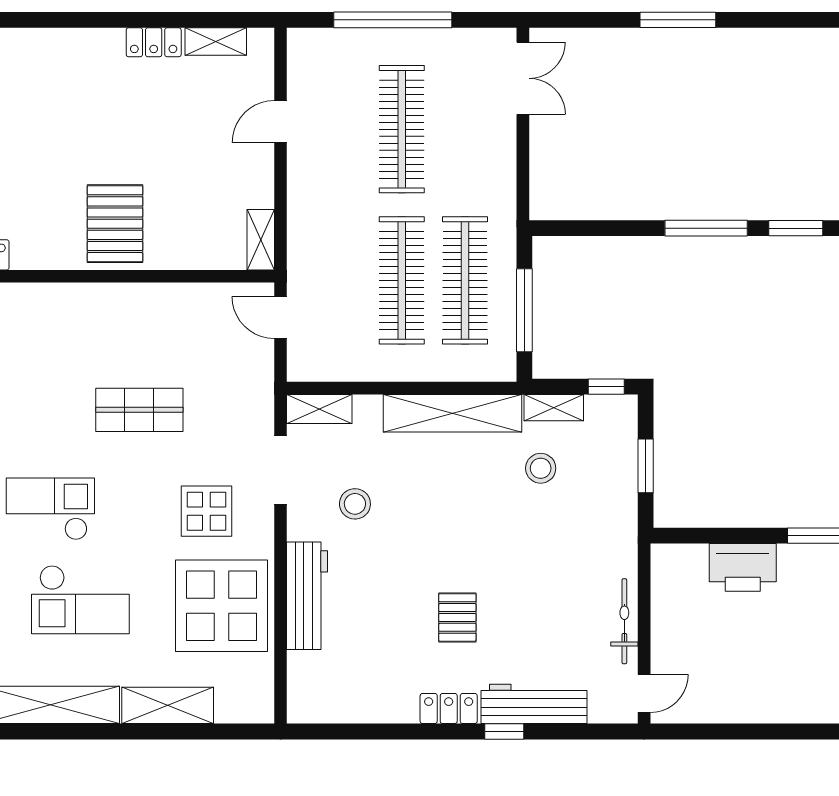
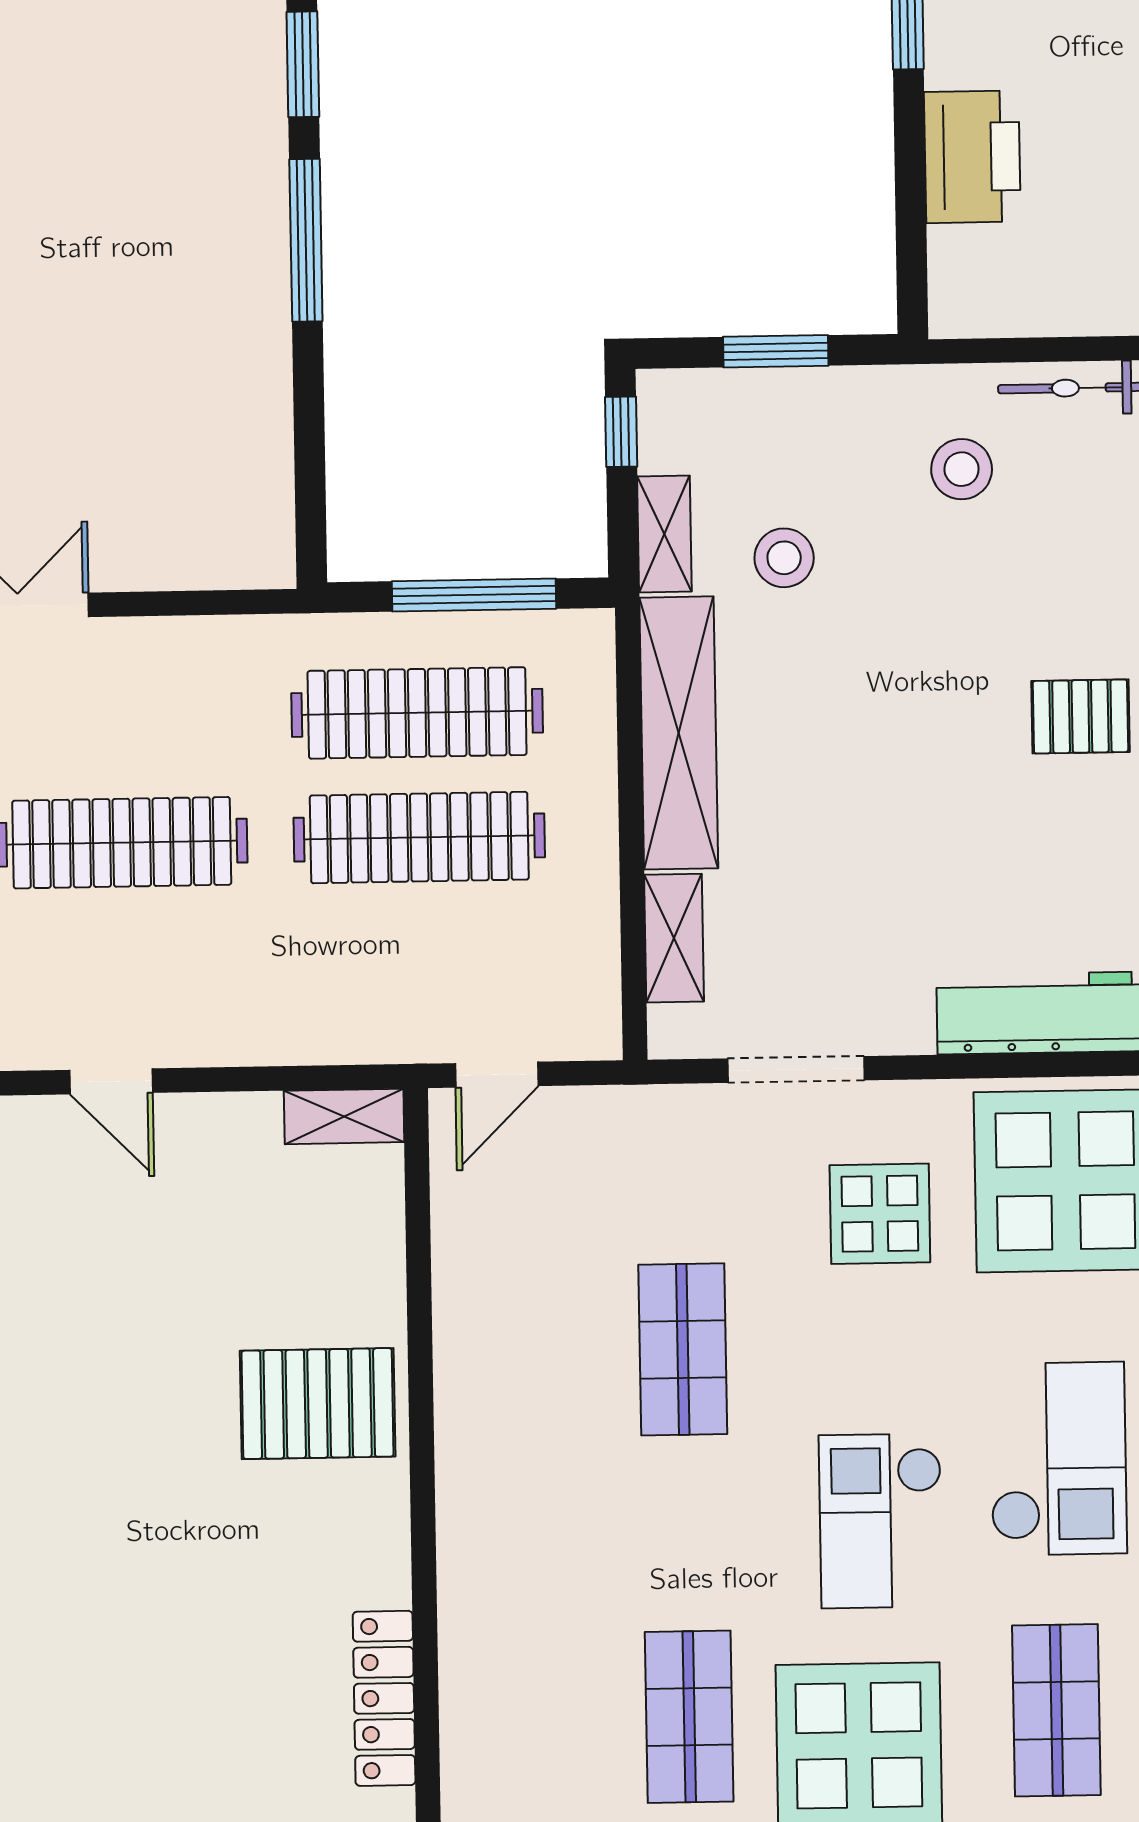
shelving: (319, 409) -> (674, 938), moved
stool: (355, 504) -> (962, 469), moved

